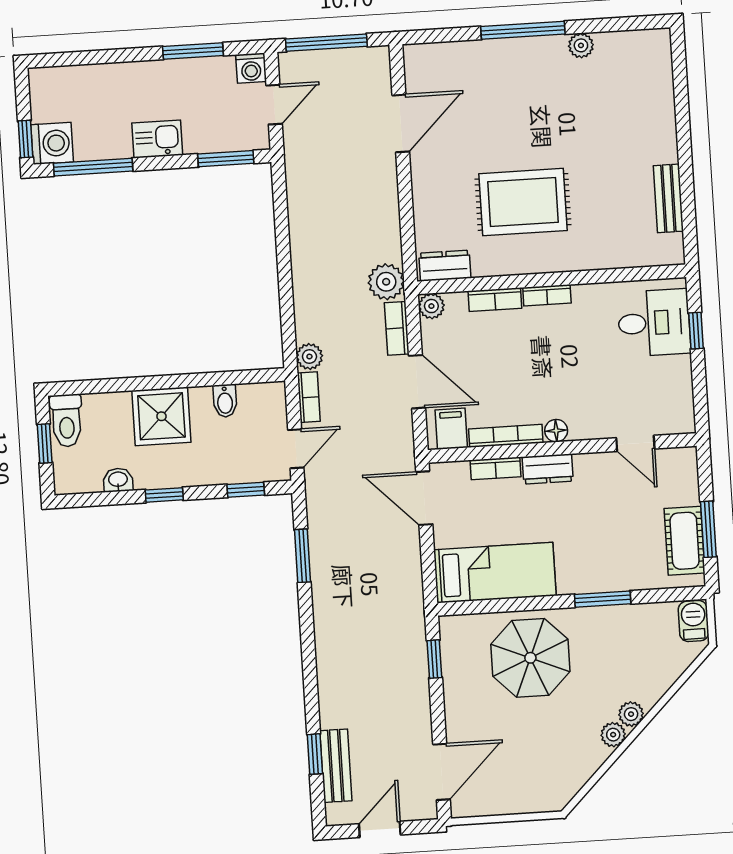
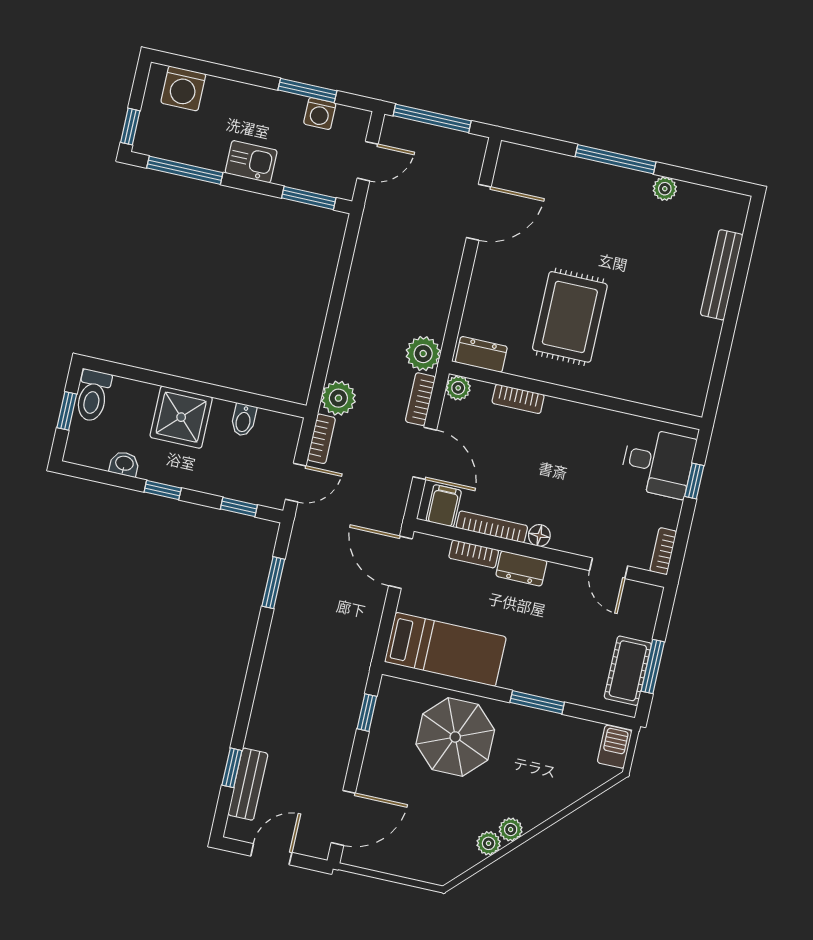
washing machine: (251, 68) -> (320, 113), moved
washing machine: (52, 143) -> (183, 88), moved, turned 90
bench: (668, 198) -> (722, 275), moved, width x1.36
rug: (523, 202) -> (570, 317), turned 90
bookcase: (547, 295) -> (663, 551), moved, turned 90
plant: (309, 357) -> (338, 398), width x1.38, depth x1.38
plant: (631, 714) -> (489, 843), moved

